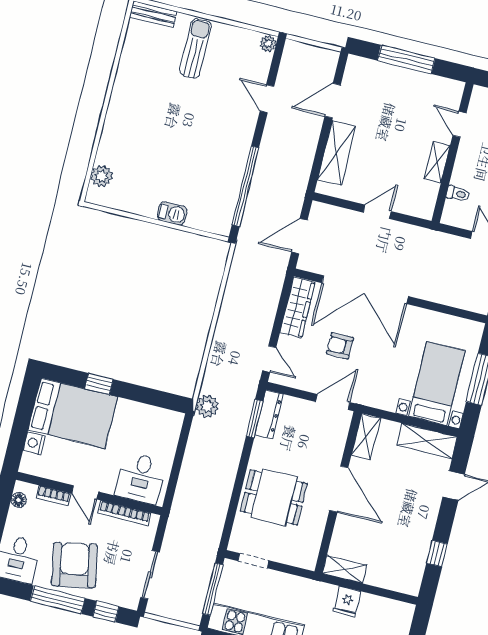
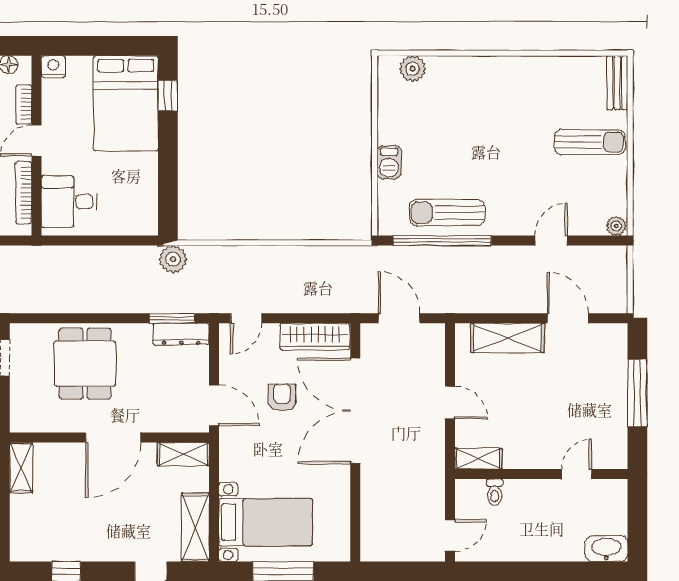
shelving: (437, 162) -> (478, 459), moved
sun lounger: (224, 177) -> (447, 213), added
window: (99, 384) -> (168, 96), moved
nightstand: (34, 443) -> (53, 67), moved

